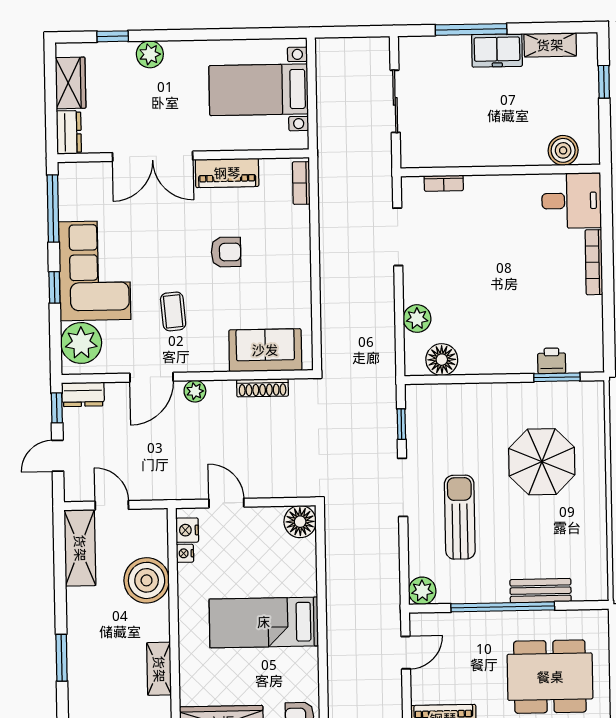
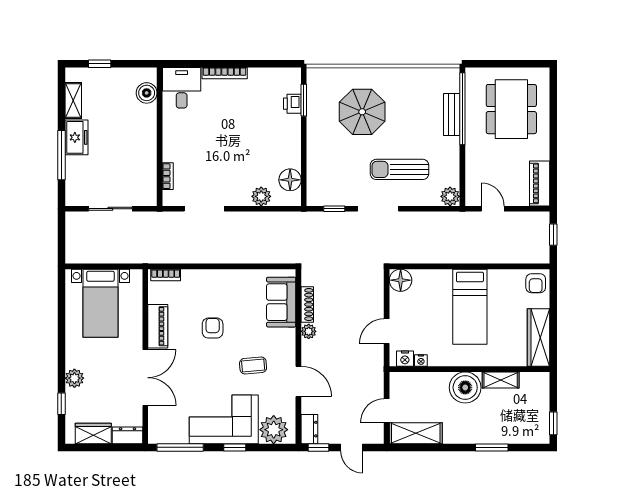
plant: (195, 391) -> (309, 331), moved
boiler: (147, 580) -> (465, 387), moved
window: (503, 607) -> (462, 109), moved

